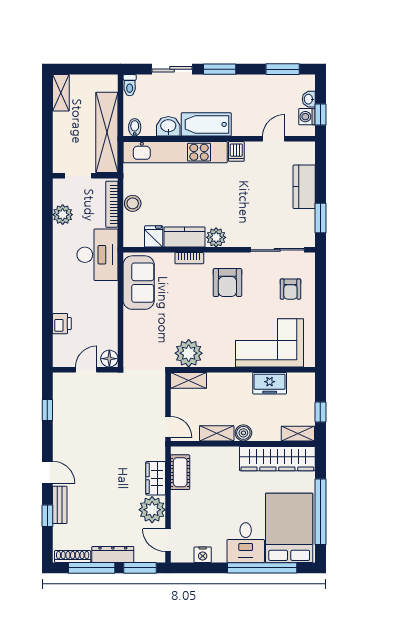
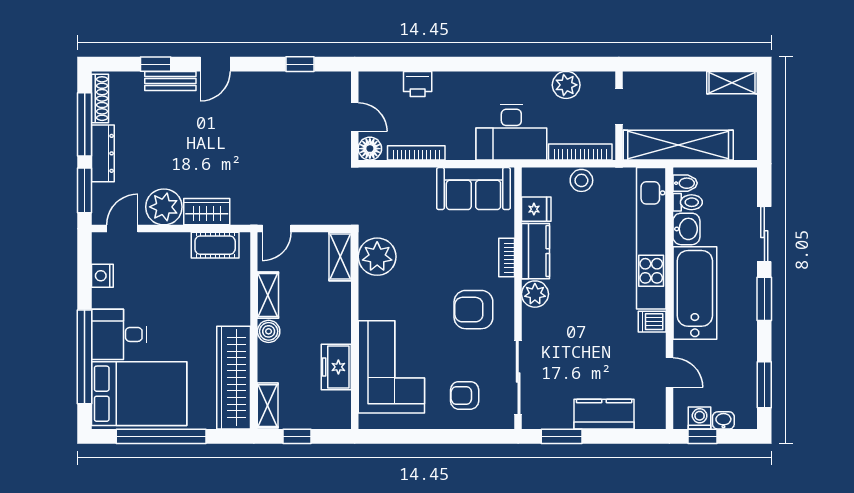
toilet: (130, 85) -> (688, 202), moved, turned 180
bathtub: (206, 124) -> (695, 293), width x1.36, depth x1.36
bookcase: (112, 325) -> (416, 153), added

